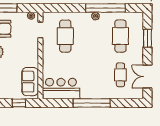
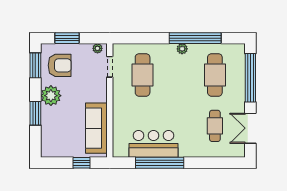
window: (147, 38) -> (250, 78), width x2.11
sofa: (30, 82) -> (96, 128), width x1.36
bar counter: (61, 89) -> (153, 144), moved
window: (92, 103) -> (160, 163), moved

